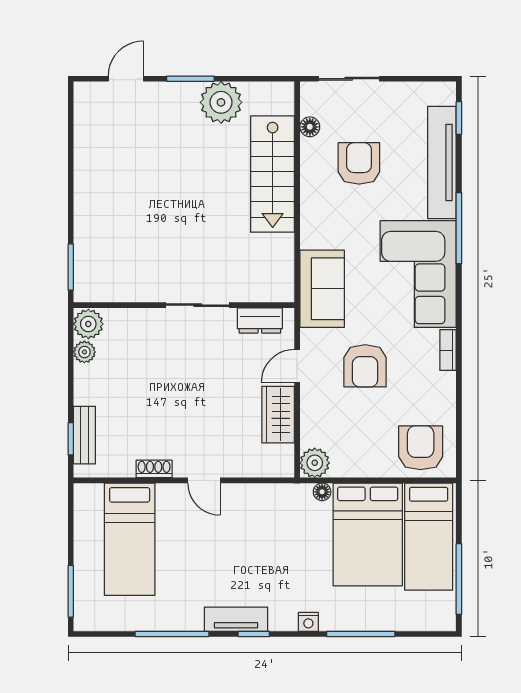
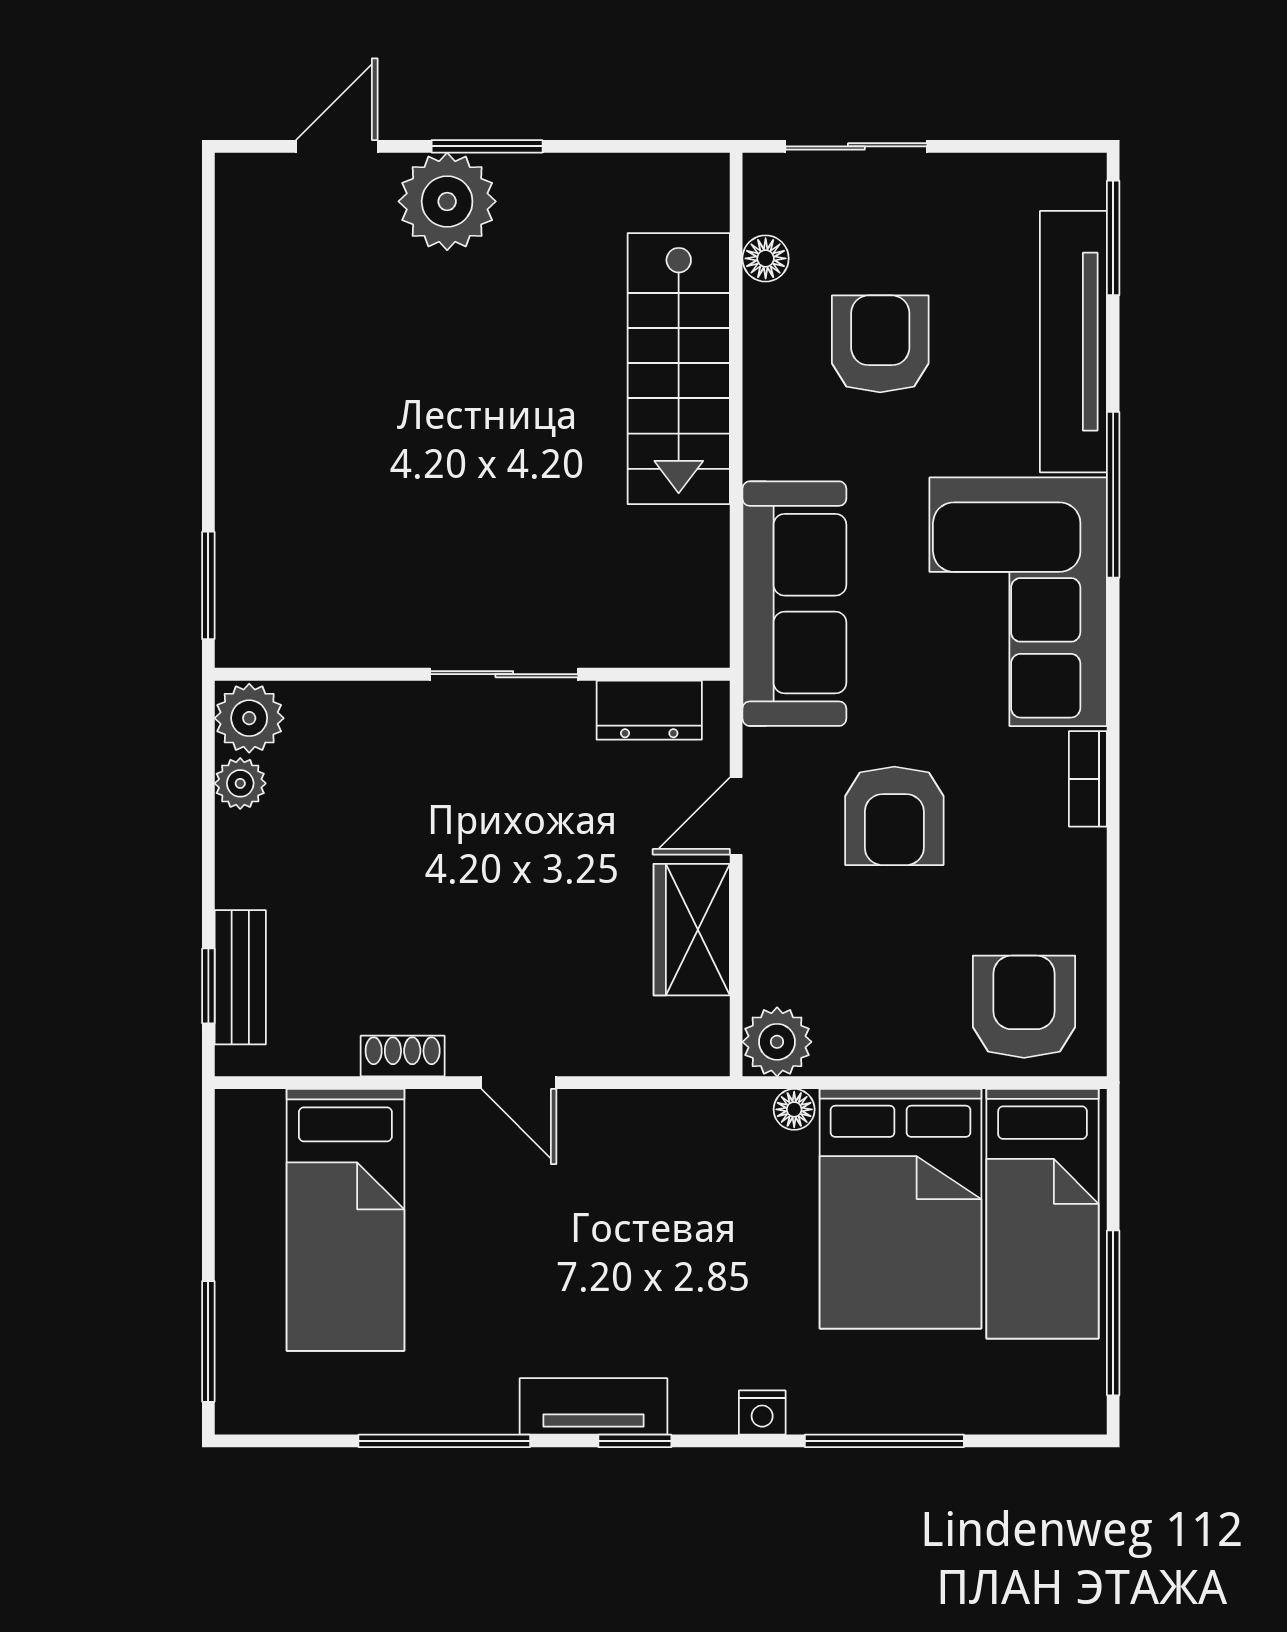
plant: (221, 102) -> (447, 201), moved
window: (459, 118) -> (1113, 238), width x1.50
sofa: (322, 289) -> (794, 604), width x1.36

